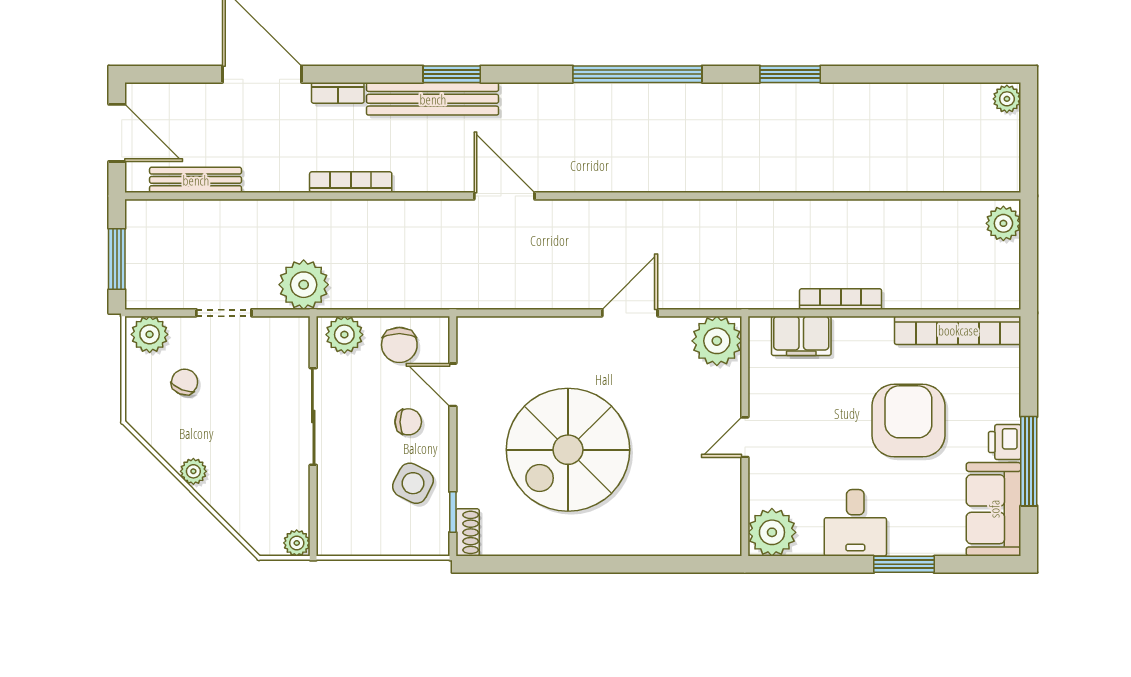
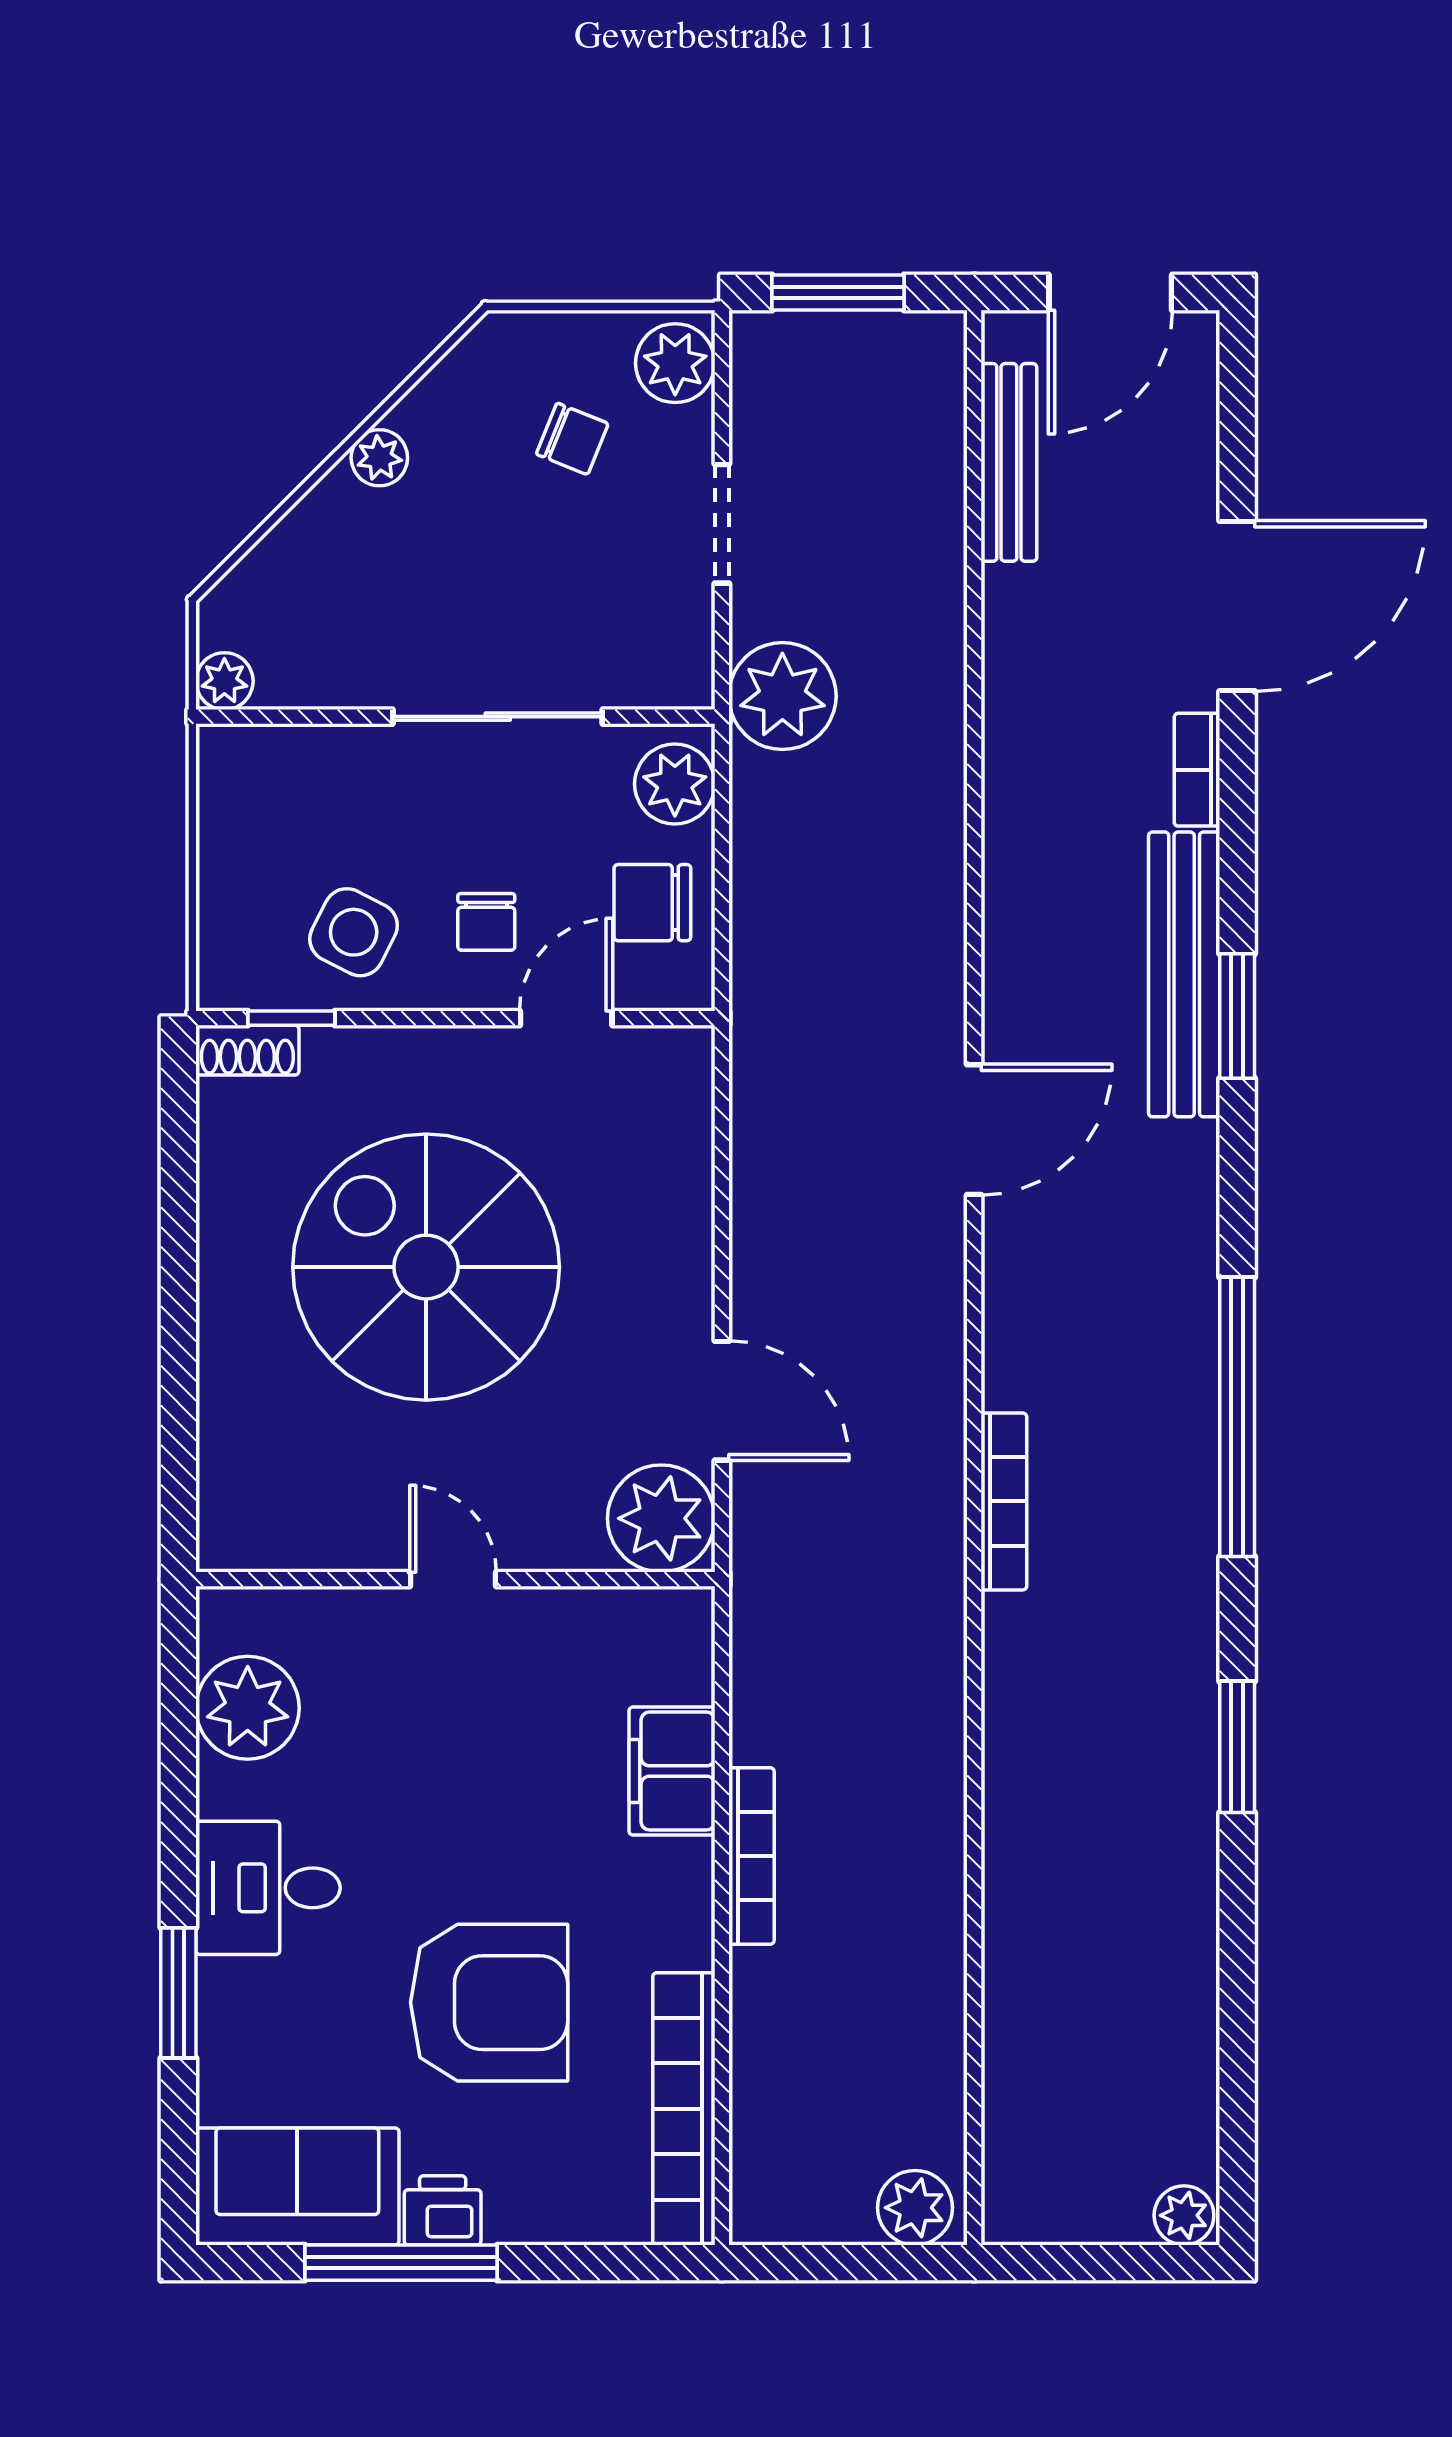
bookcase: (351, 182) -> (1004, 1501), moved
plant: (717, 341) -> (661, 1518), moved
wall: (745, 436) -> (455, 1579), moved
door: (745, 437) -> (453, 1579), moved

